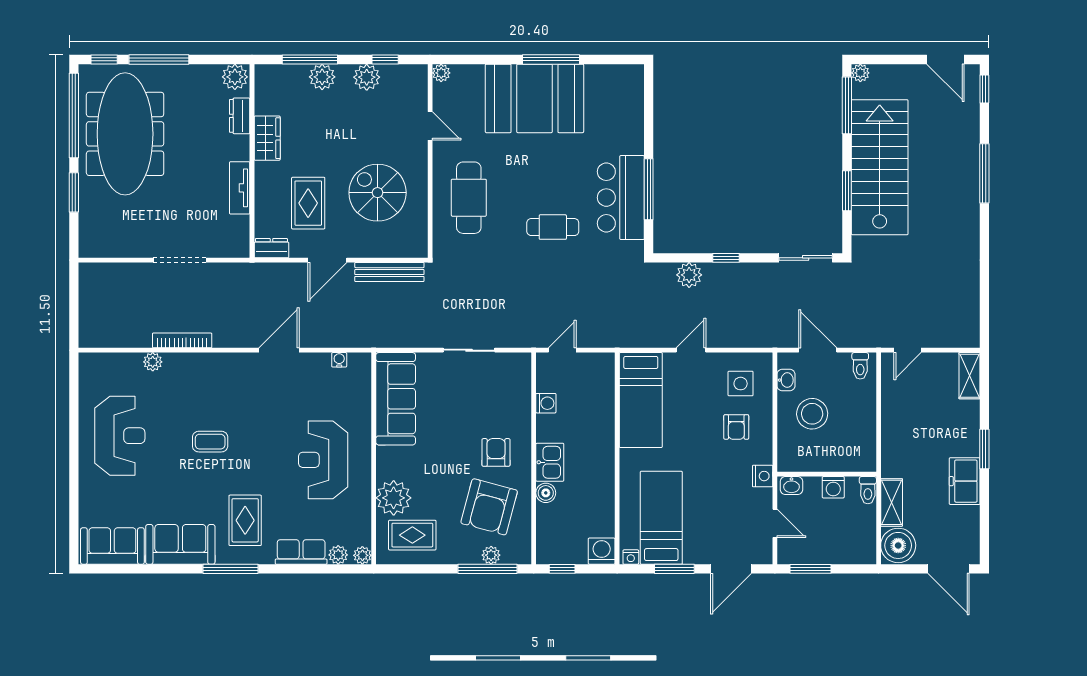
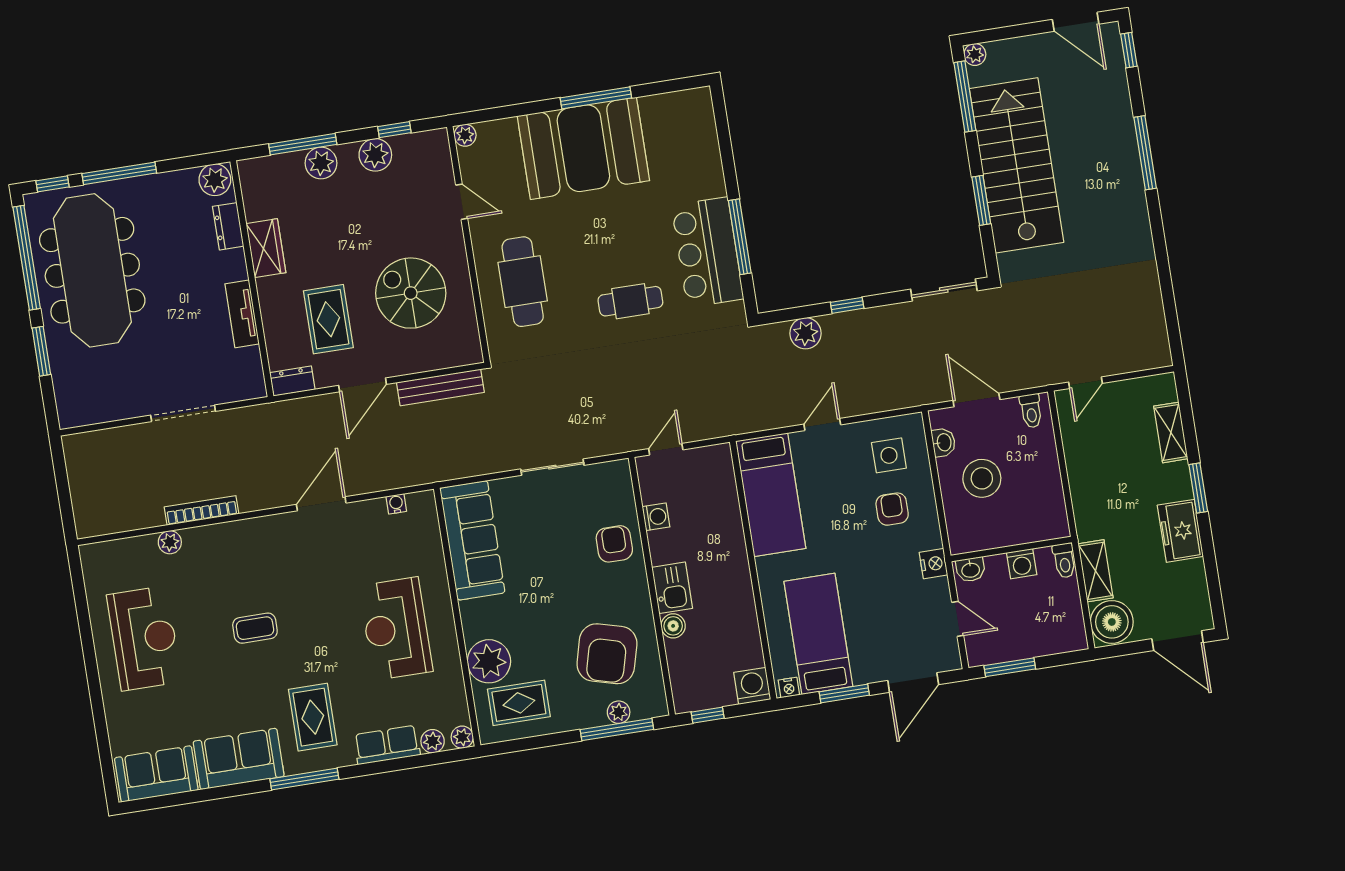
shelving: (969, 376) -> (1171, 432), moved
armchair: (736, 427) -> (892, 509), turned 180
armchair: (496, 452) -> (614, 544), moved

